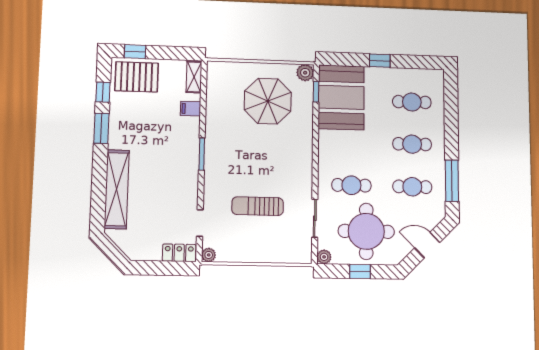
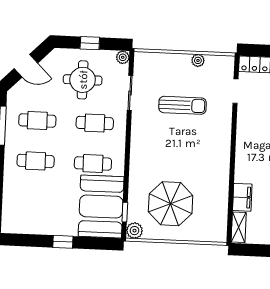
cafe table: (412, 102) -> (93, 163), moved
filing cabinet: (191, 109) -> (242, 197), width x2.00
window: (202, 154) -> (233, 155), removed
round table: (366, 231) -> (83, 80), width x0.73, depth x0.73
plant: (209, 255) -> (198, 60), moved

